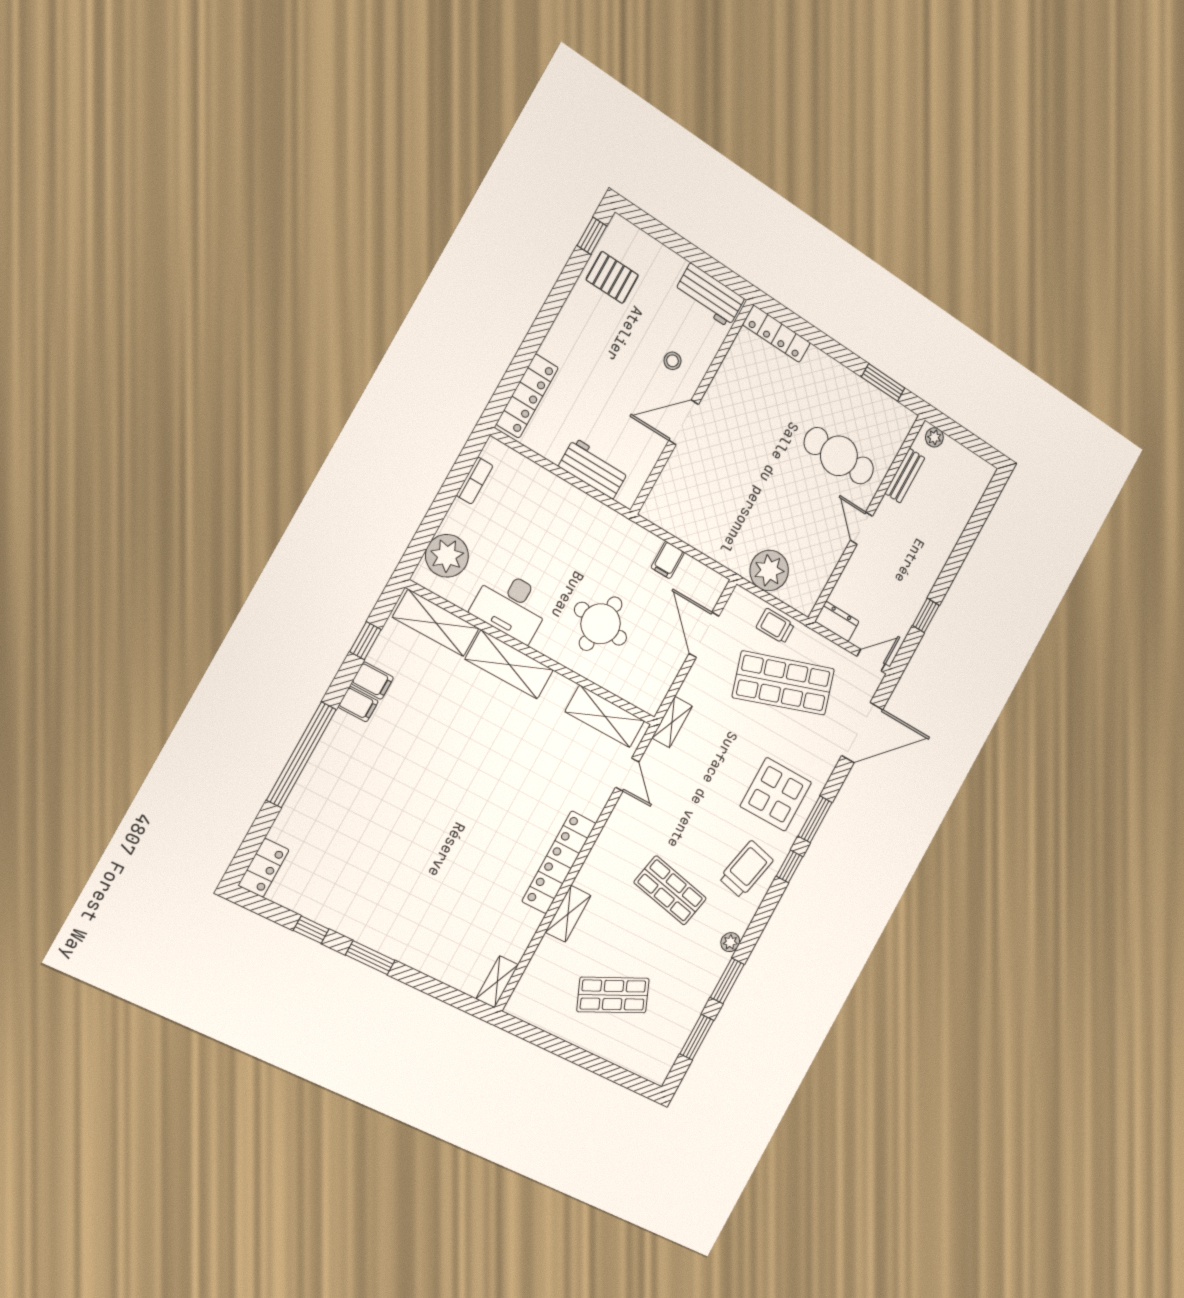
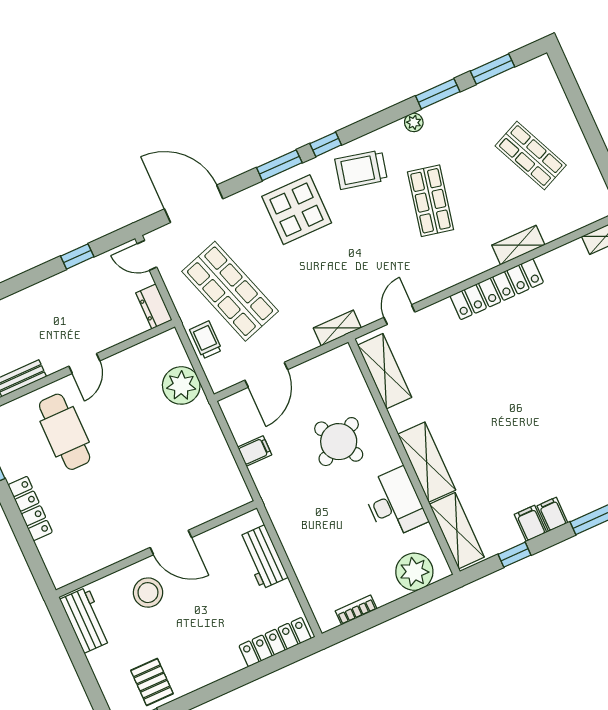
locker: (776, 334) -> (30, 508), moved
stool: (672, 361) -> (148, 593), width x1.89, depth x1.89
round table: (601, 624) -> (339, 442), turned -36
trolley: (775, 626) -> (206, 340), turned 180

